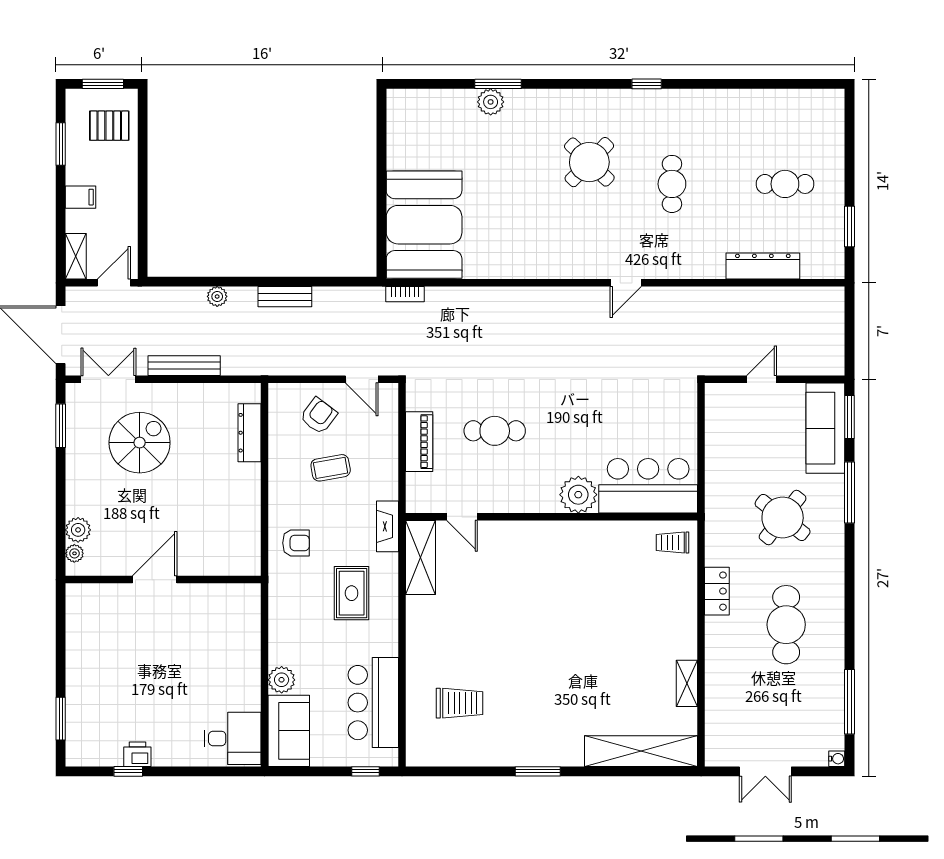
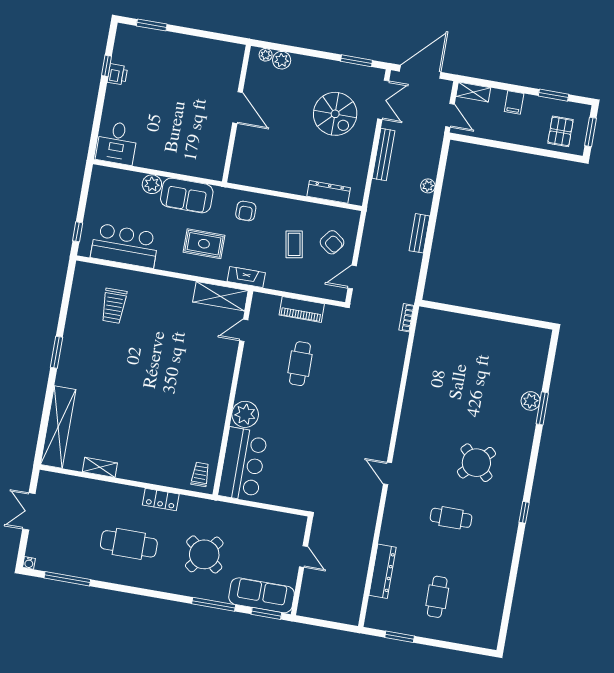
booth: (424, 225) -> (453, 339), removed
sofa: (289, 731) -> (187, 195), moved

